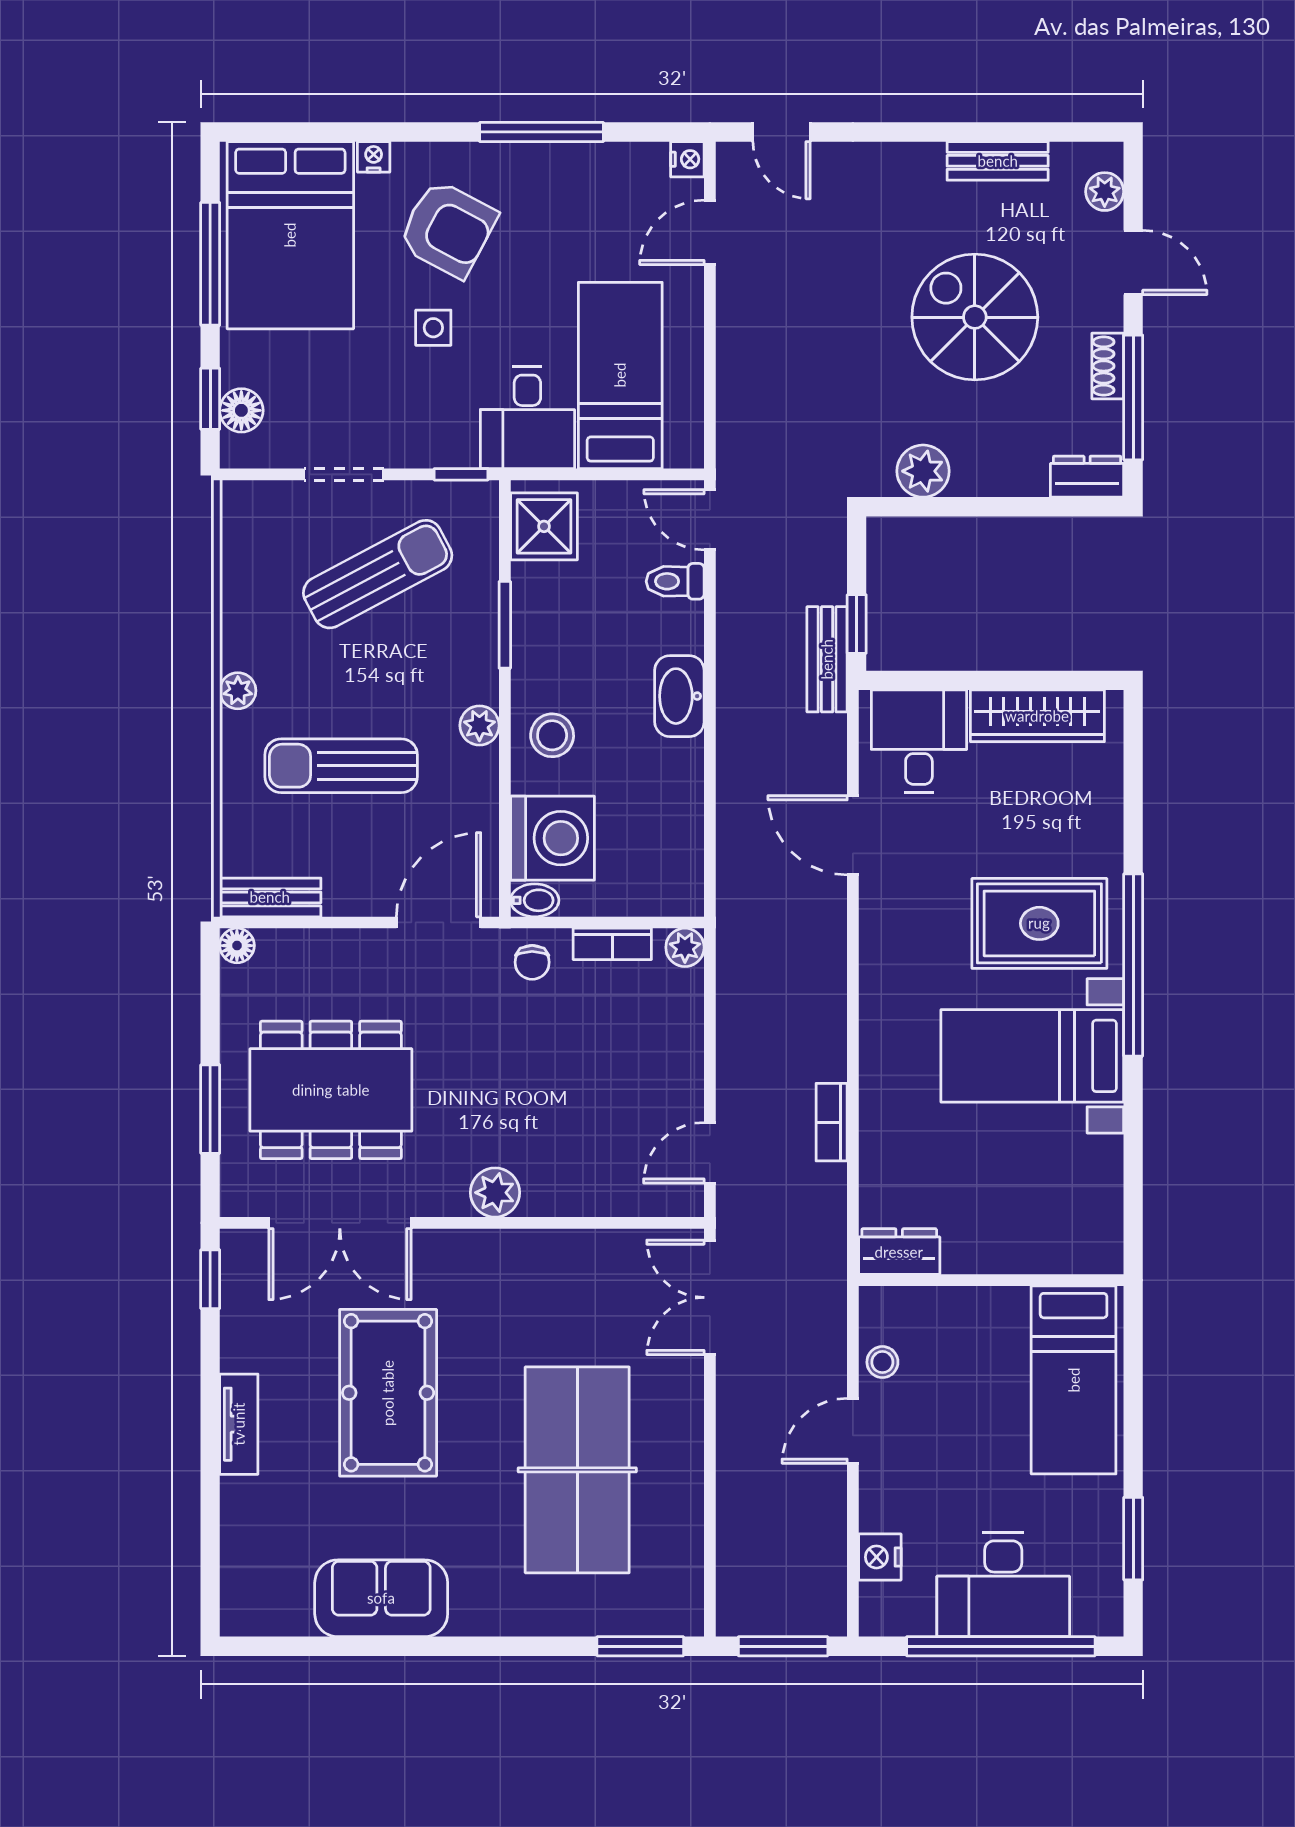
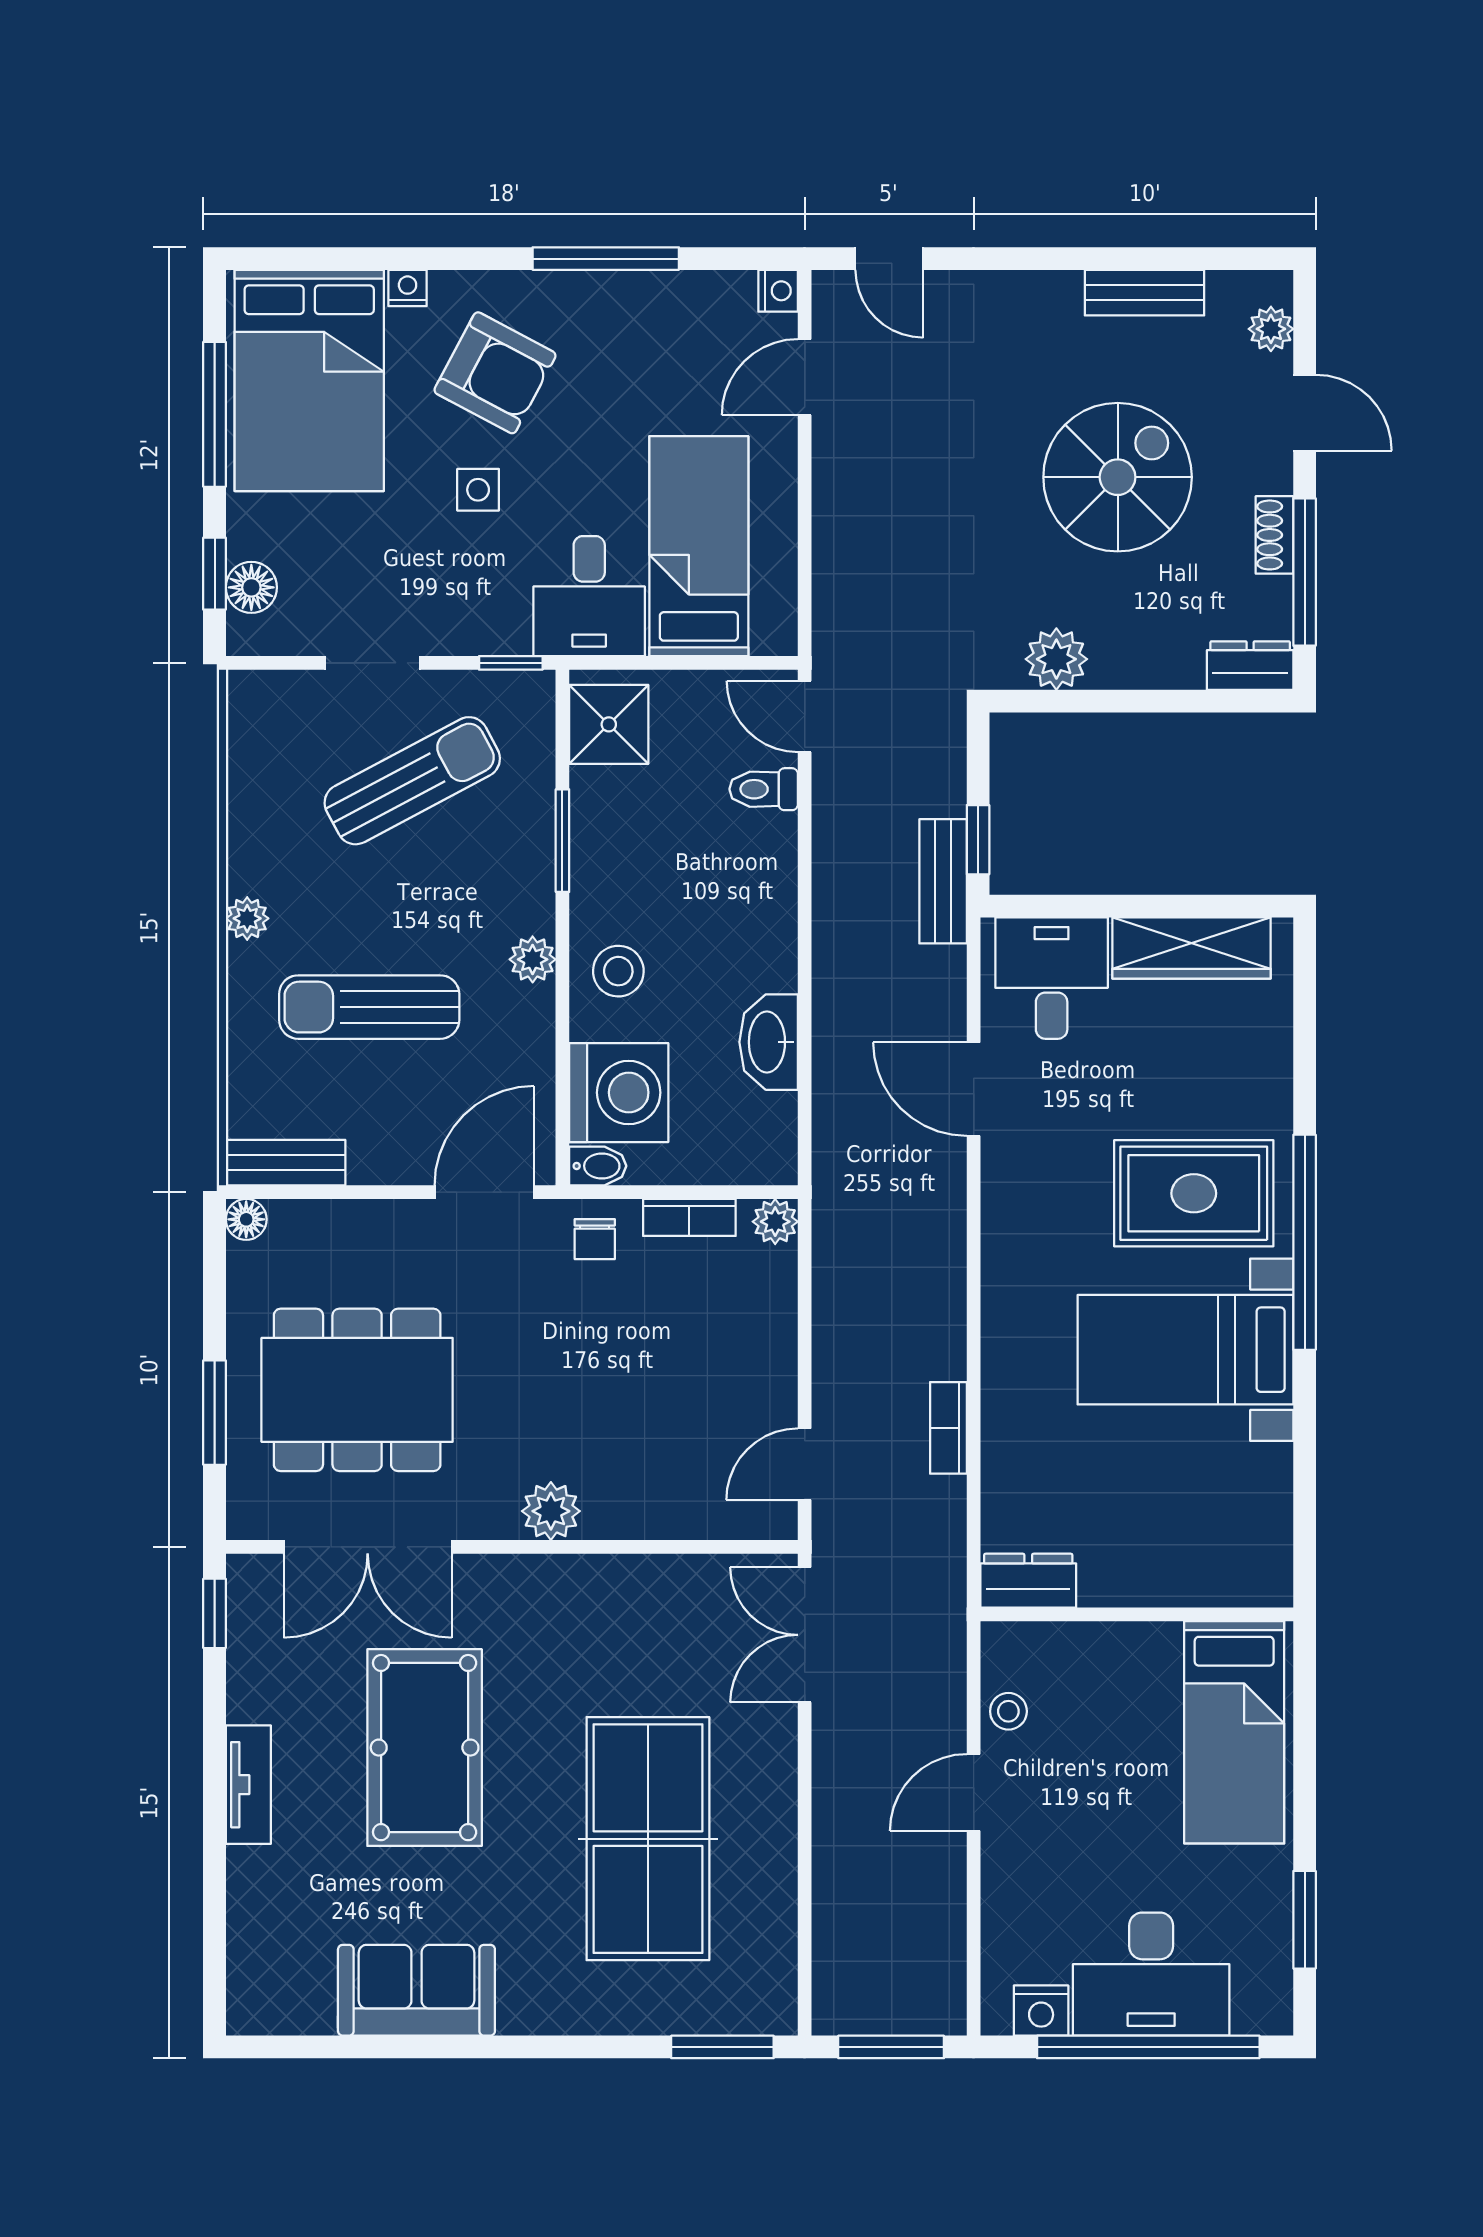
spiral stairs: (975, 317) -> (1118, 477), turned 90
washbasin: (679, 696) -> (769, 1042), moved
nightstand: (880, 1557) -> (1041, 2011), moved, turned -90

